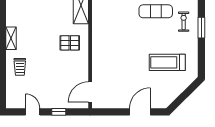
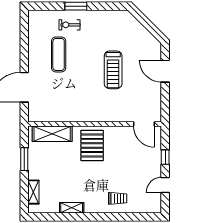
shelving: (11, 38) -> (72, 208), moved
pallet: (70, 43) -> (92, 145), width x1.50, depth x1.42
treadmill: (167, 62) -> (113, 70), moved

